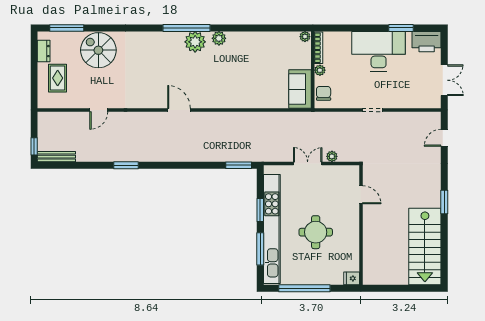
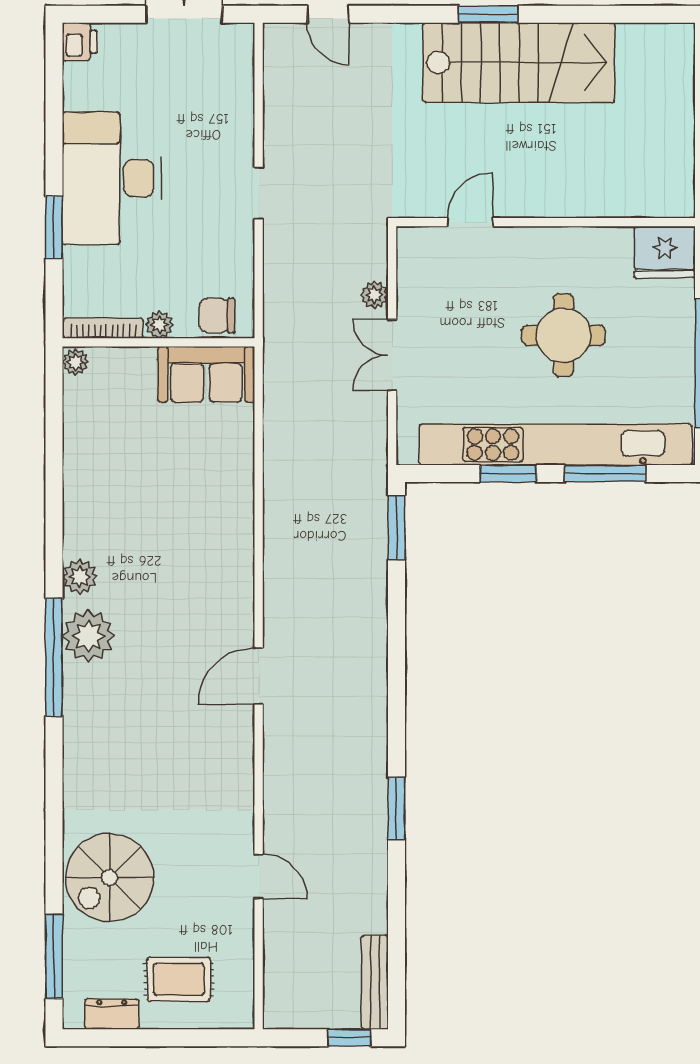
window: (401, 28) -> (54, 227), moved
printer: (427, 42) -> (80, 42), width x0.53, depth x0.68
stairs: (425, 246) -> (519, 62), moved
fridge: (352, 278) -> (665, 252), width x1.88, depth x1.34

